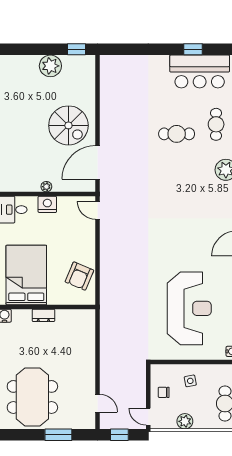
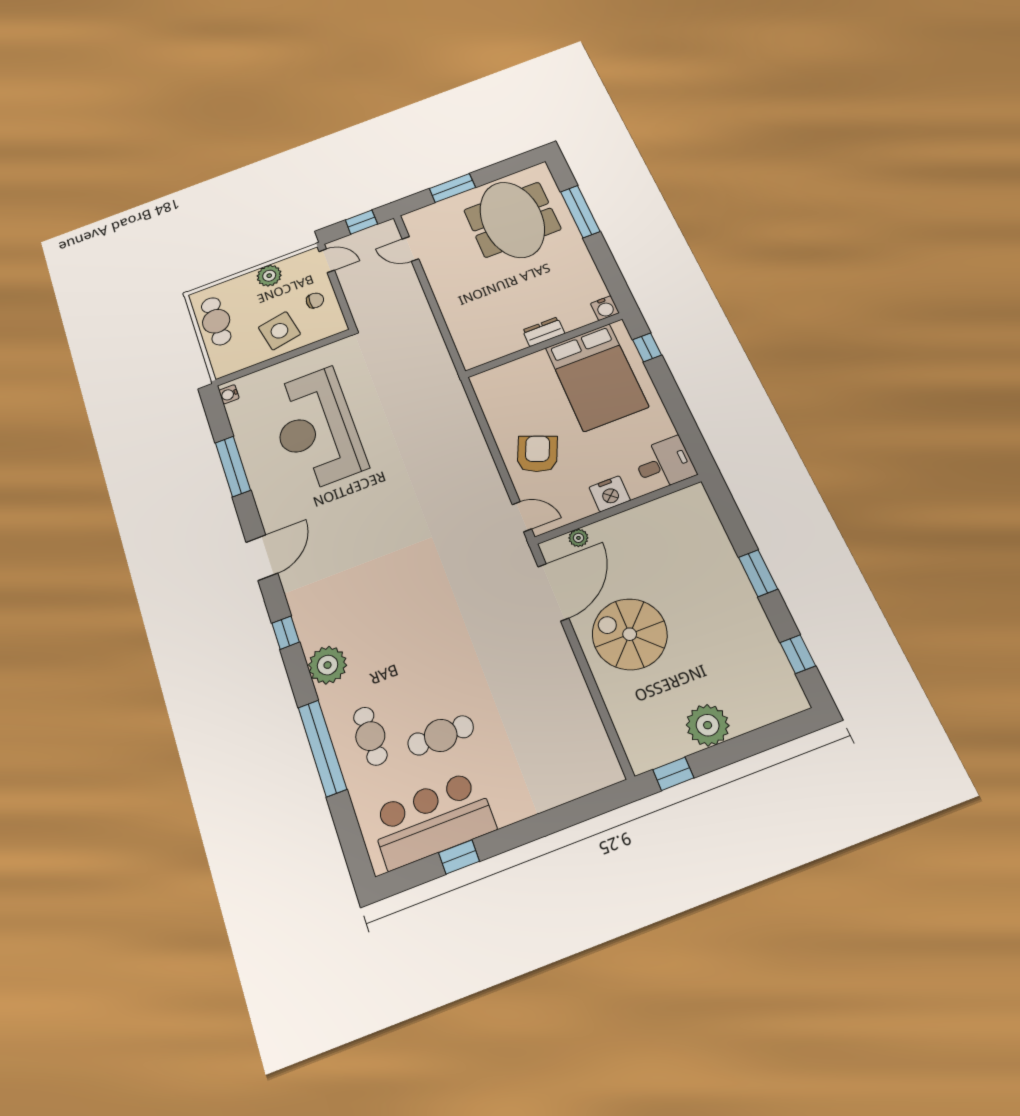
cafe table: (177, 134) -> (441, 735), moved
plant: (46, 187) -> (578, 538), moved
armchair: (79, 276) -> (537, 454), moved
side table: (190, 381) -> (279, 331), width x1.87, depth x1.87

